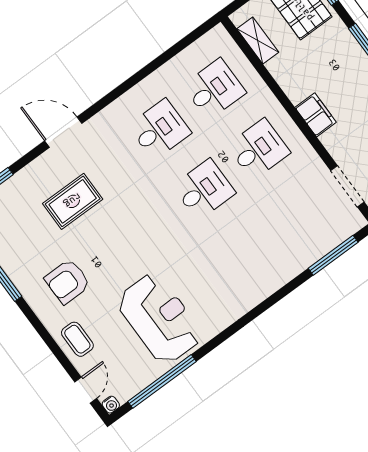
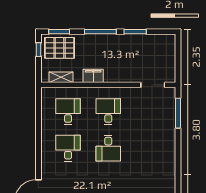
filing cabinet: (316, 115) -> (93, 76), moved
desk: (204, 189) -> (108, 148), turned 180

